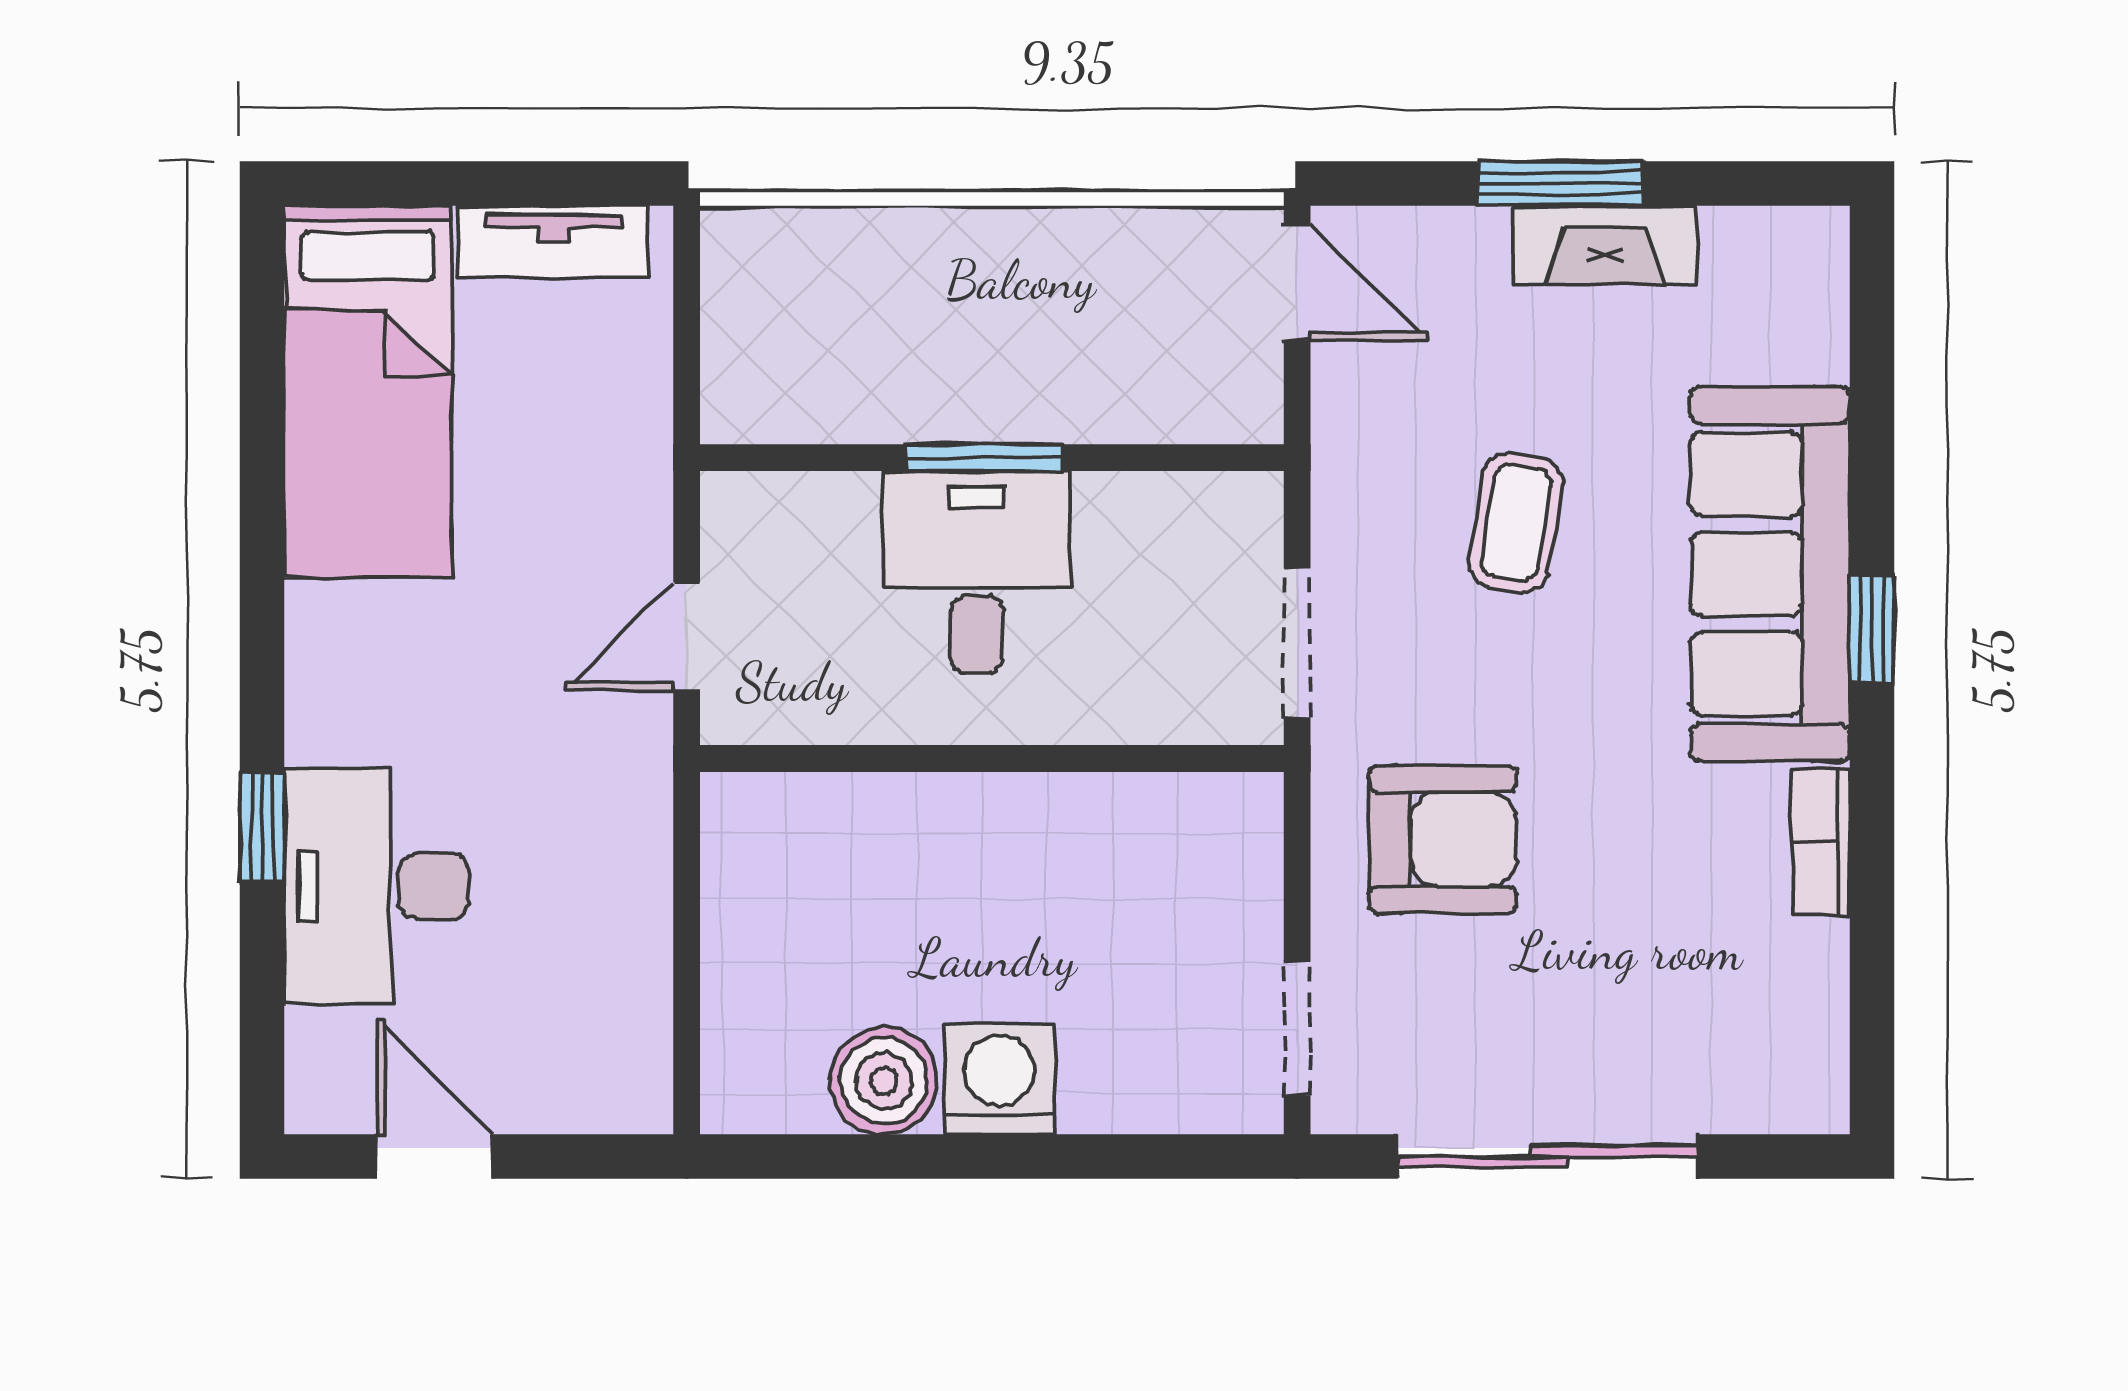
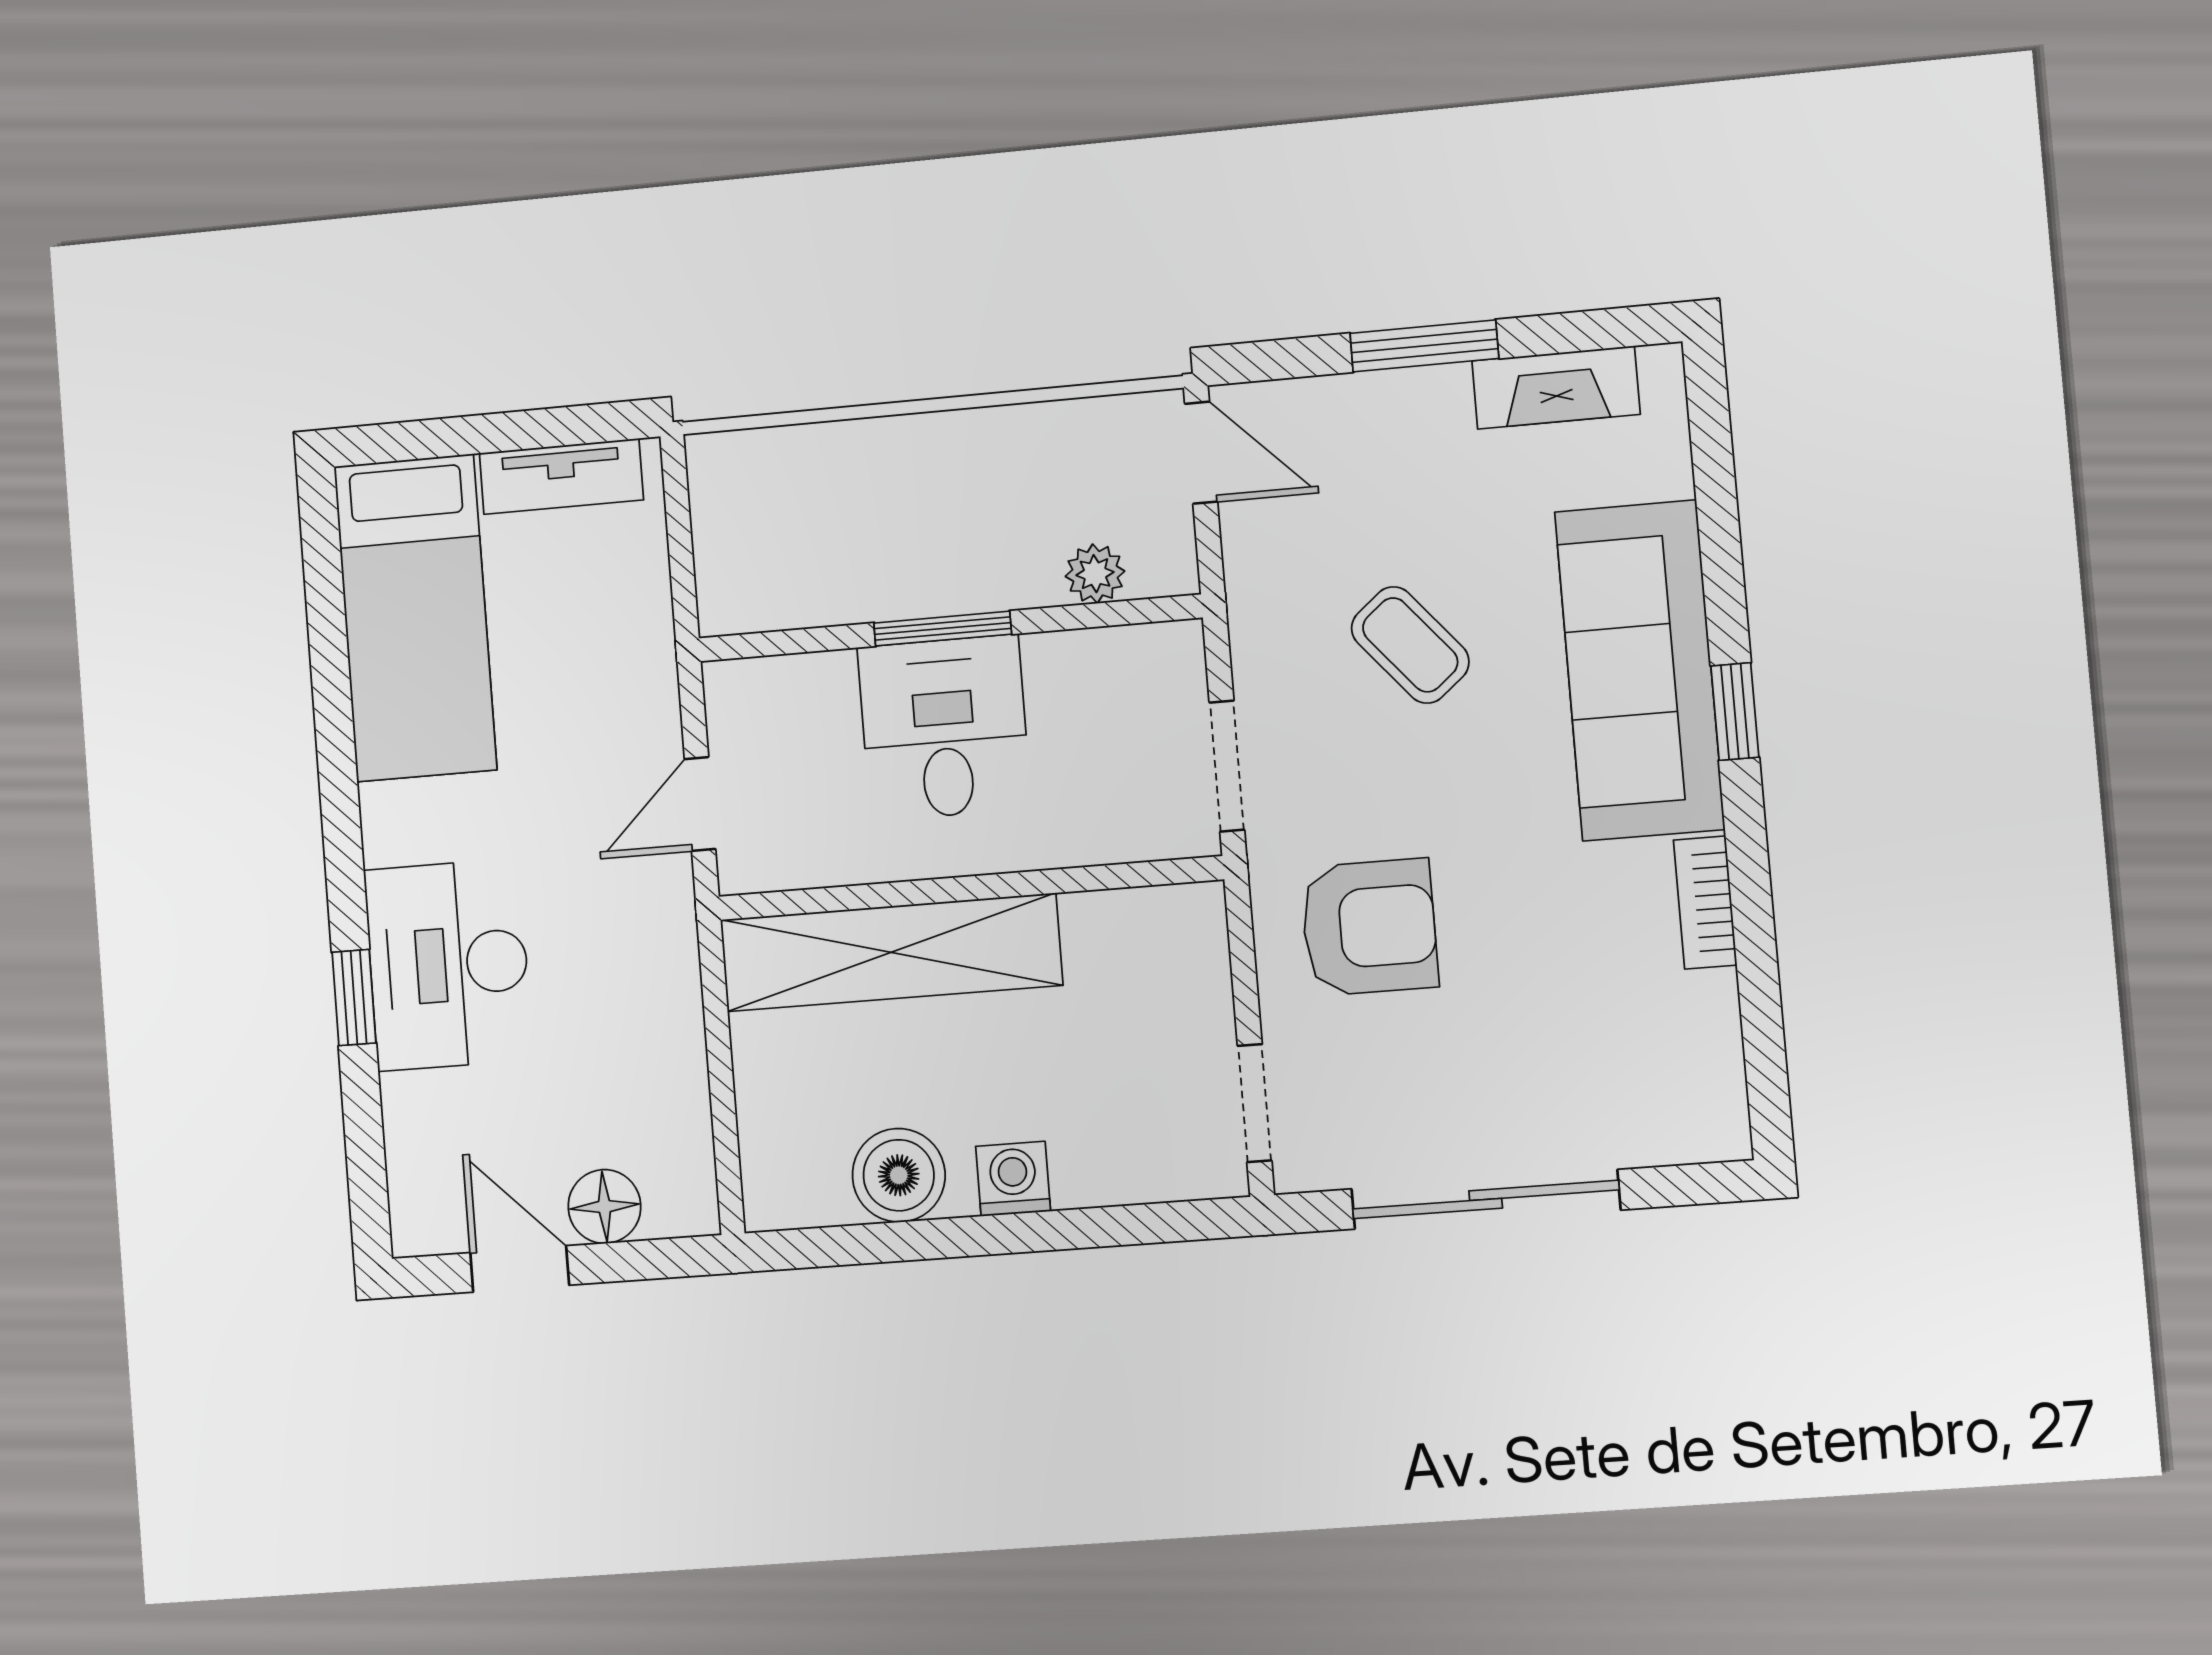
fireplace: (1605, 245) -> (1556, 388), moved
plant: (1164, 410) -> (1095, 574), added
coffee table: (1516, 523) -> (1410, 645), turned -49
shelving: (895, 825) -> (891, 952), added
desk: (377, 886) -> (448, 965), moved
washing machine: (1000, 1079) -> (1013, 1179), width x0.73, depth x0.73
floor lamp: (539, 1092) -> (604, 1206), added

